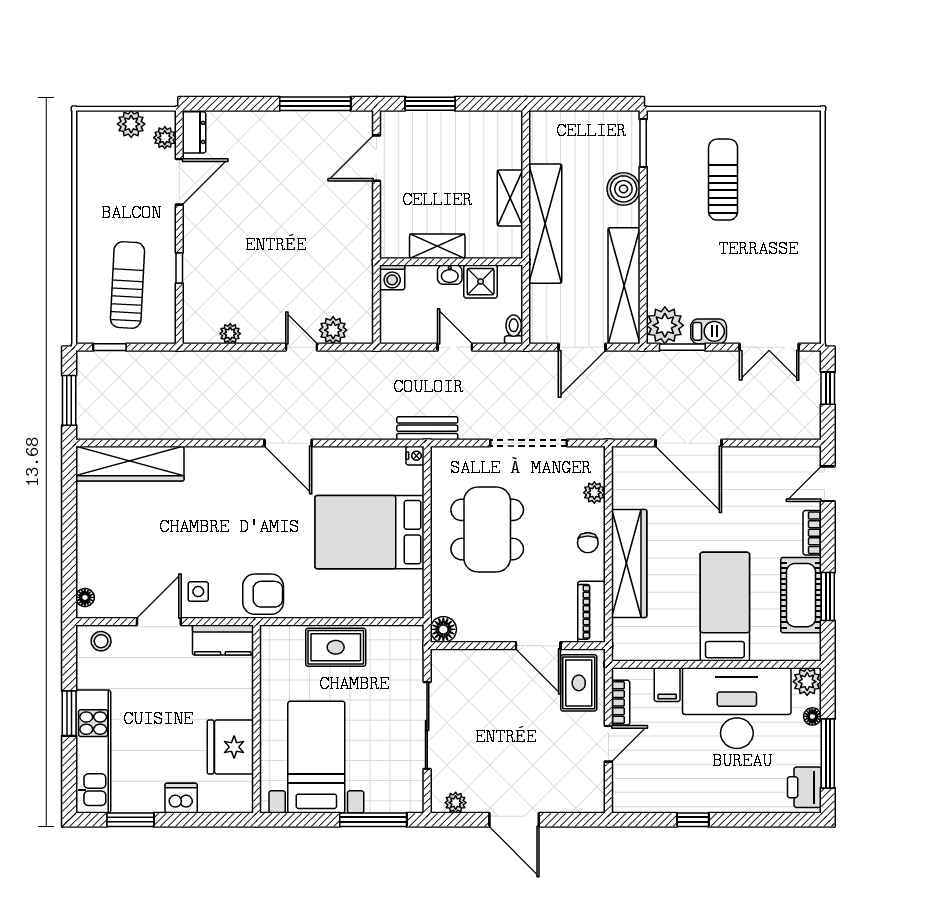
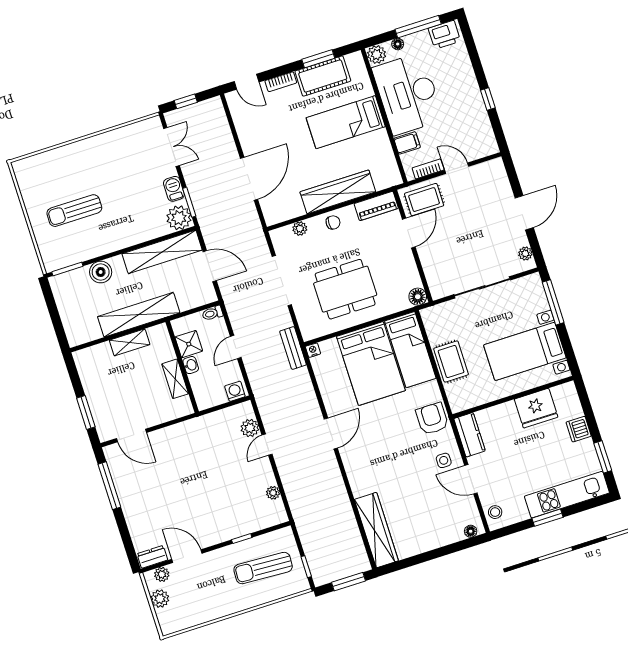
washing machine: (392, 277) -> (235, 391), moved, turned -90
bed: (371, 595) -> (410, 350), added

